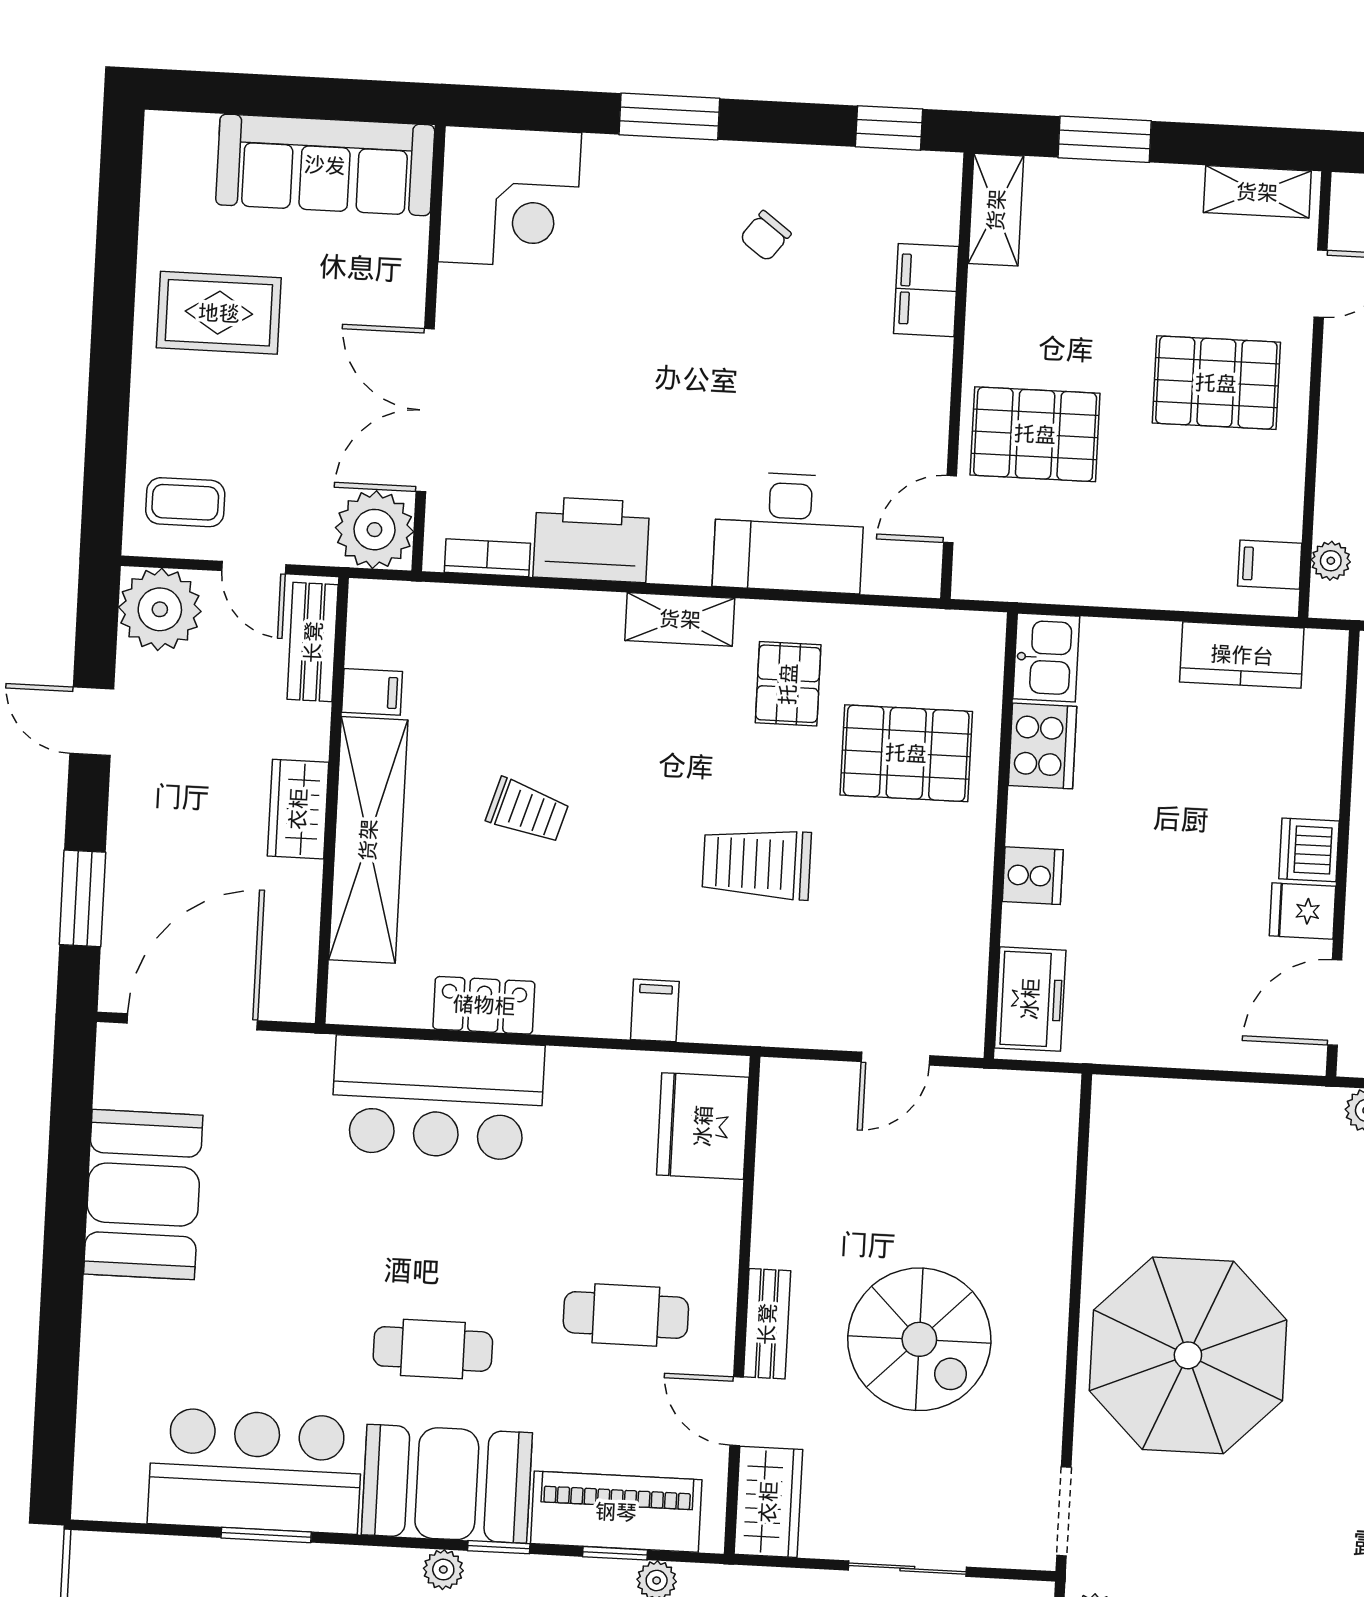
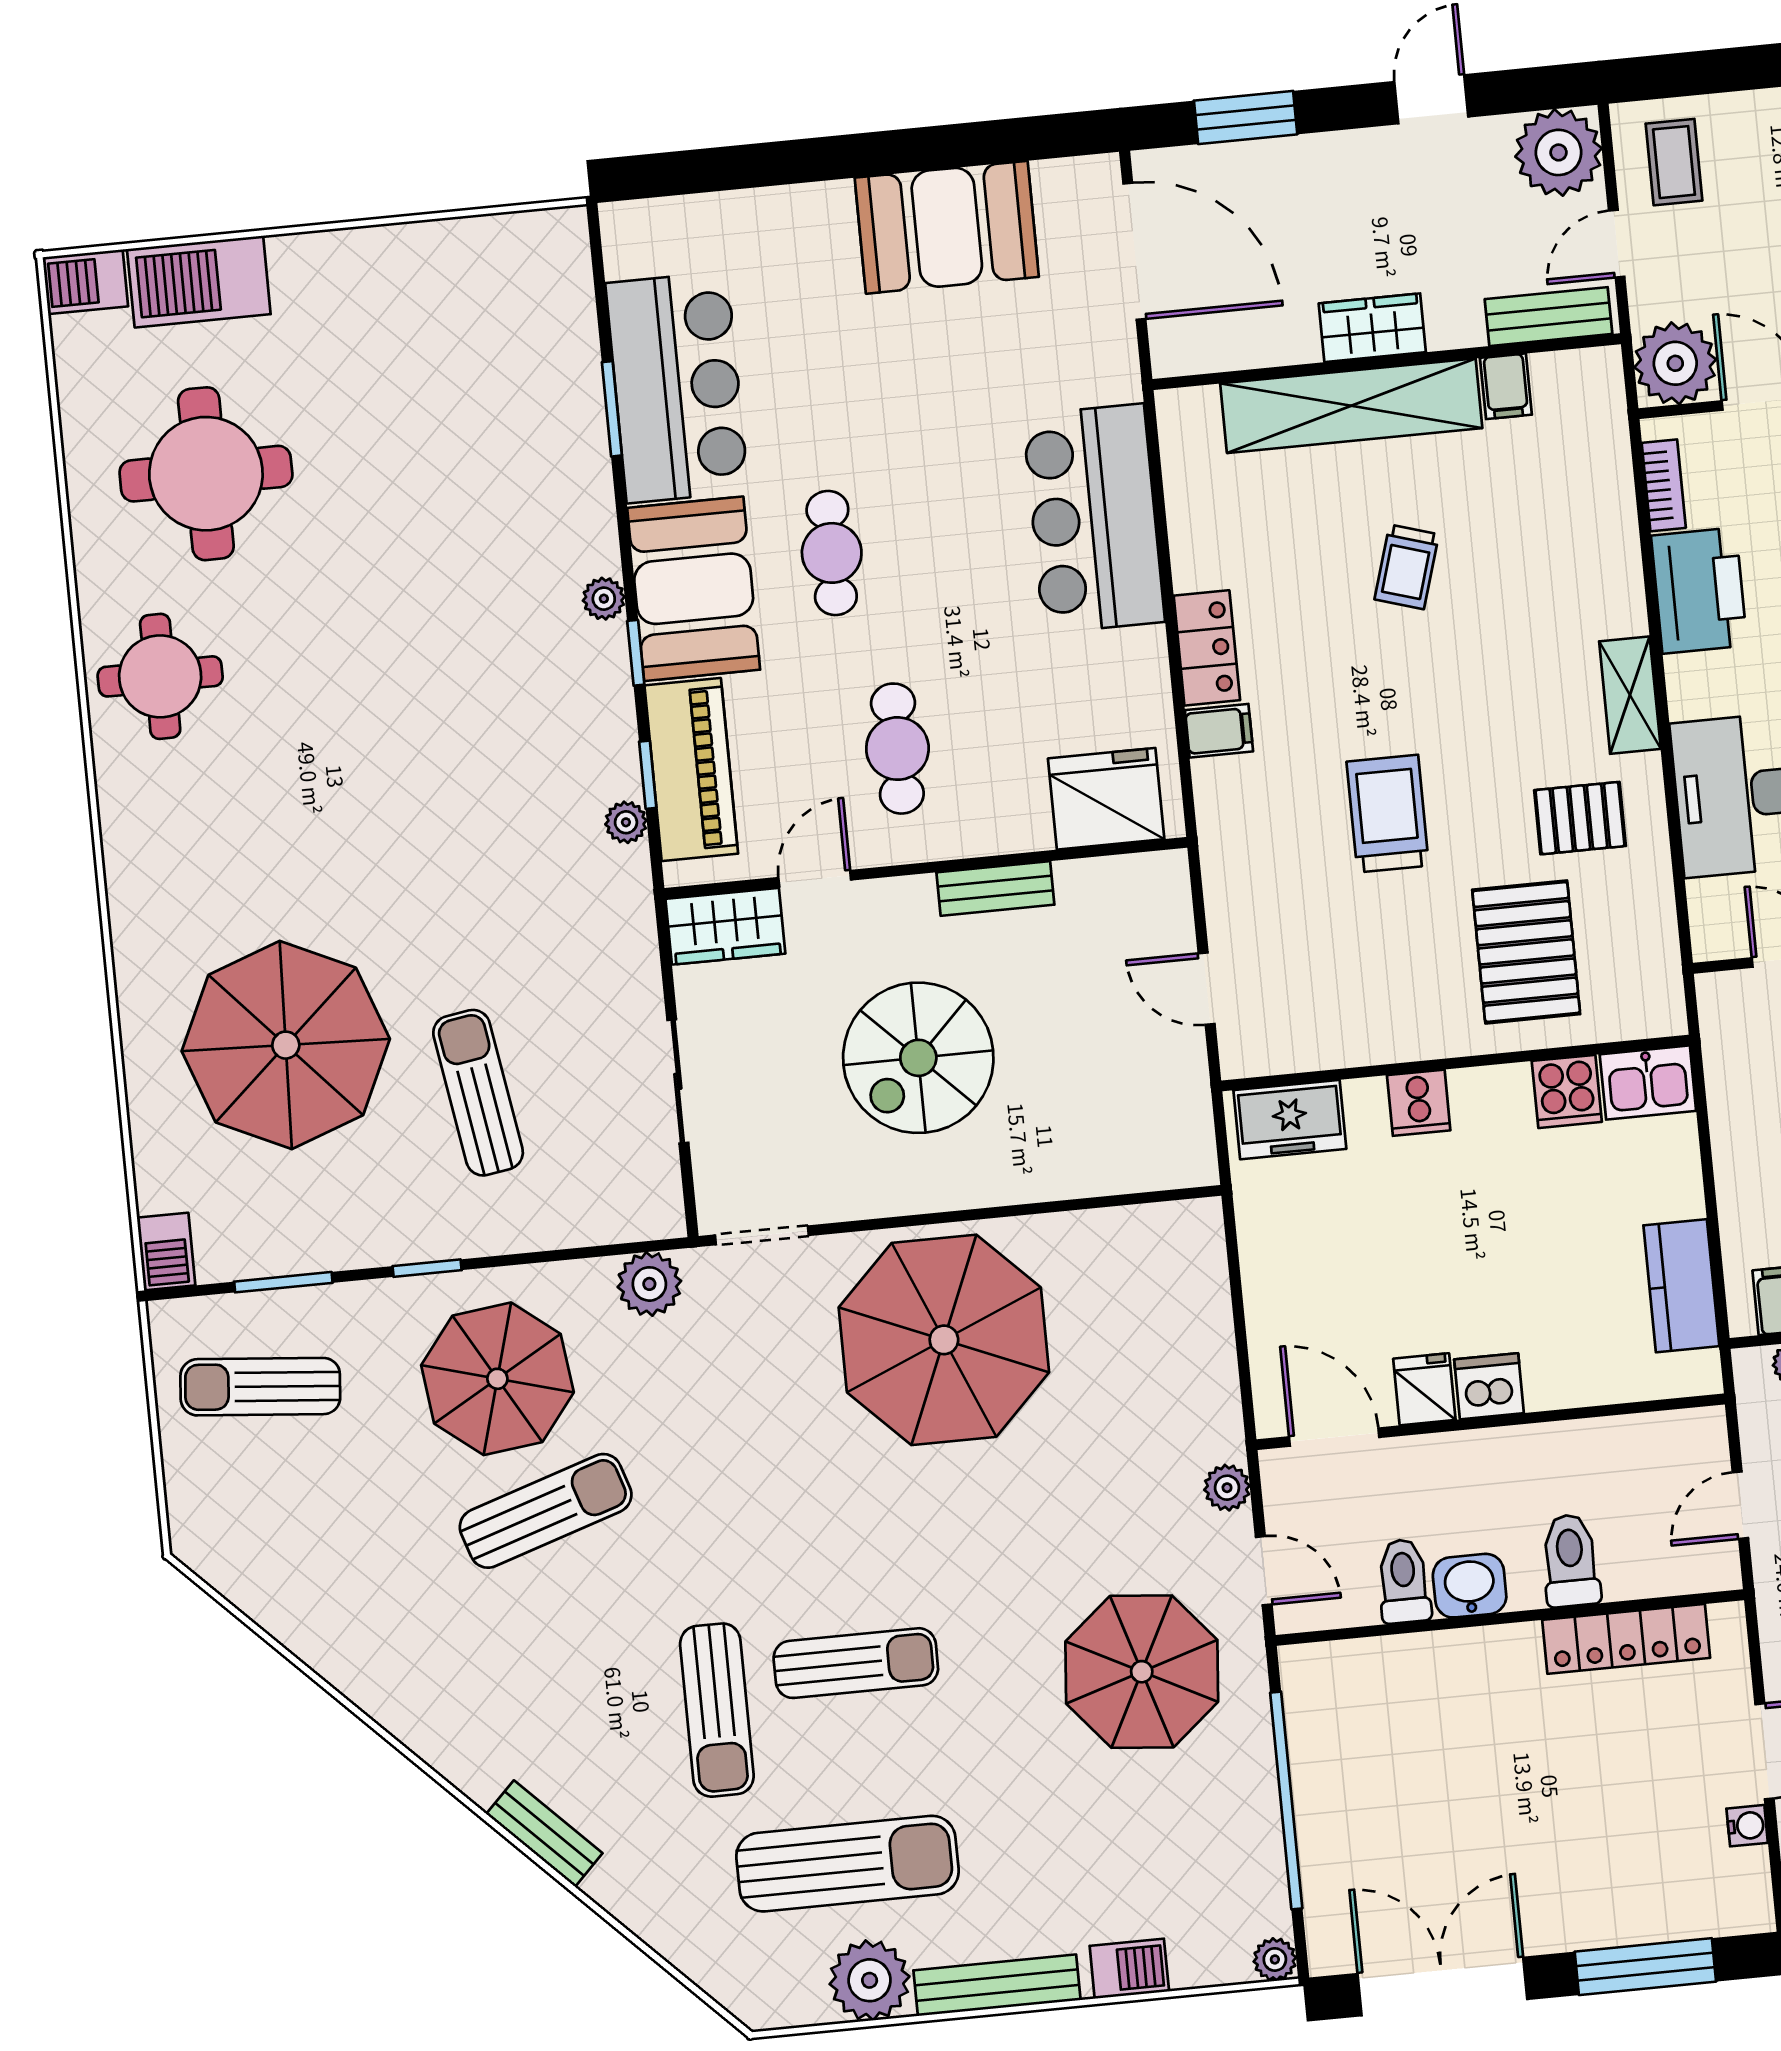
cooker: (1042, 746) -> (1567, 1091), width x0.73
locker: (484, 1005) -> (1207, 648), moved
bench: (767, 1324) -> (995, 889), moved

